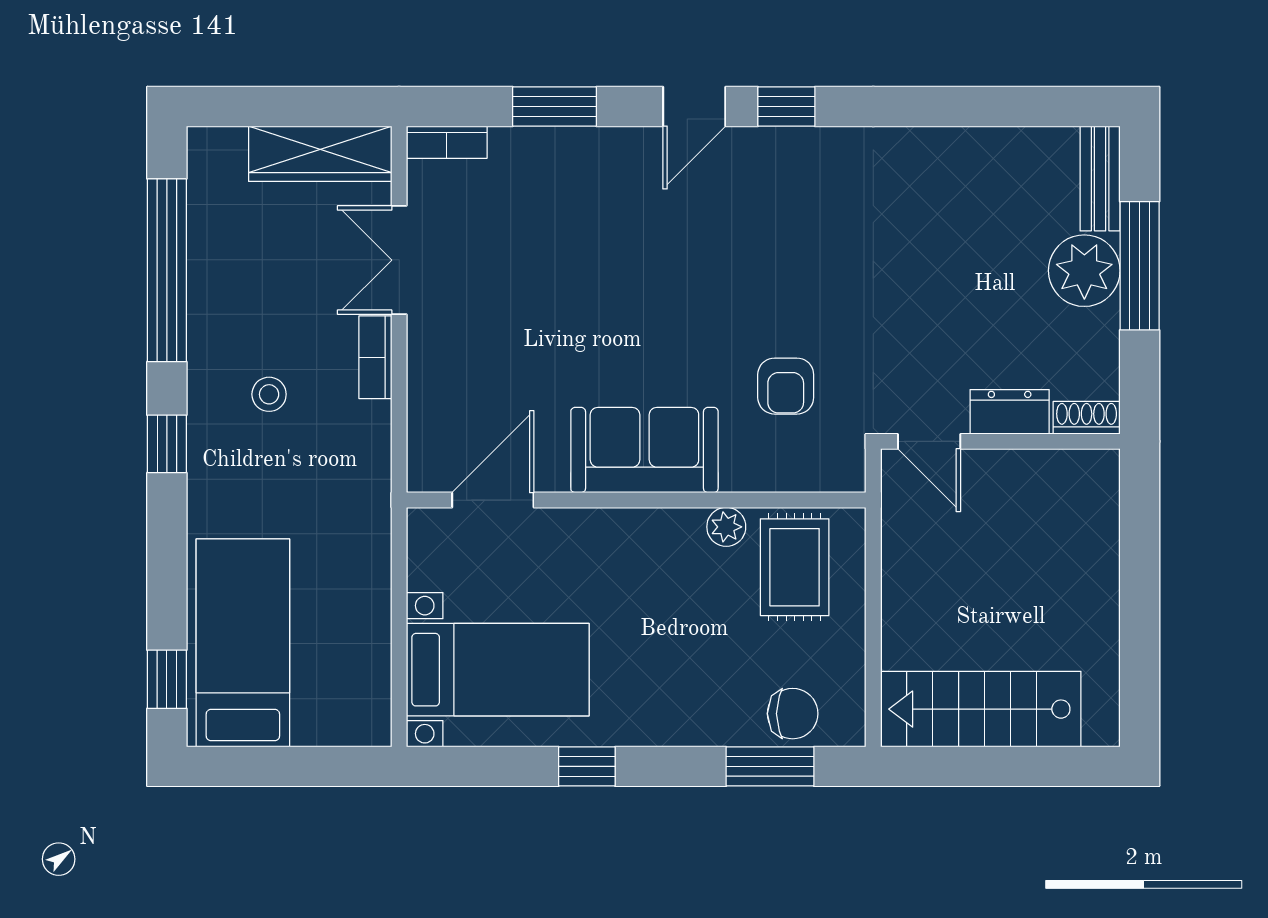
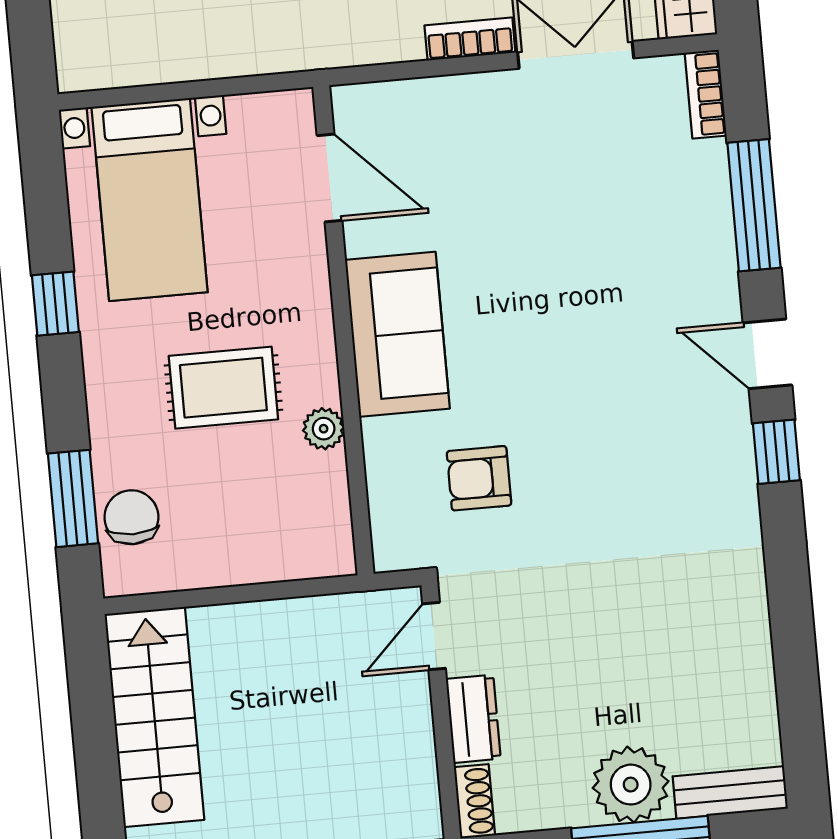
window: (554, 107) -> (754, 205), width x1.44
rug: (795, 567) -> (223, 388), moved
chair: (793, 714) -> (131, 517), turned 180

